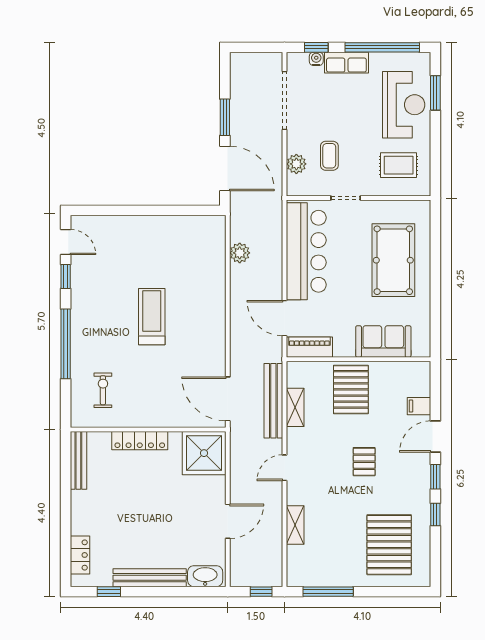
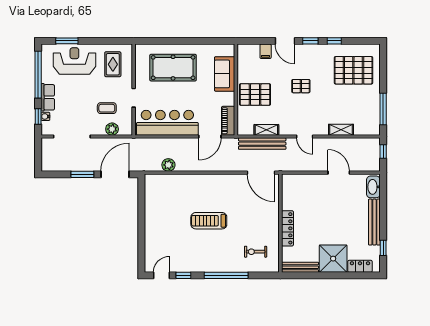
door: (228, 399) -> (261, 173), hinge flipped
shower: (204, 453) -> (333, 259), moved

